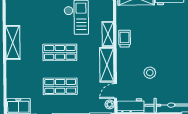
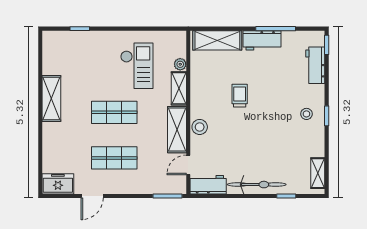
trolley: (125, 39) -> (240, 96), moved
stool: (150, 73) -> (200, 127), moved
plant: (110, 104) -> (180, 64), moved

